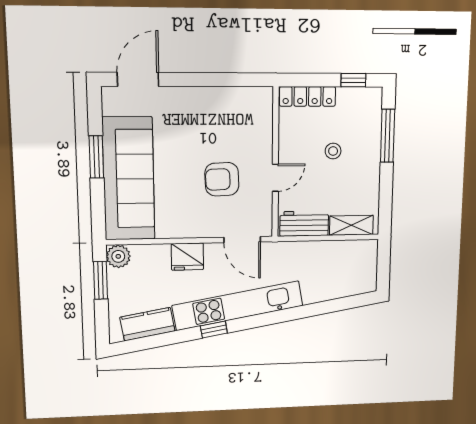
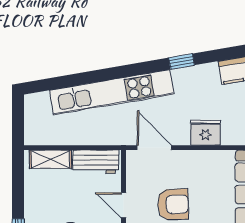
door: (275, 178) -> (123, 205), hinge flipped
kitchen unit: (238, 306) -> (112, 92), moved

